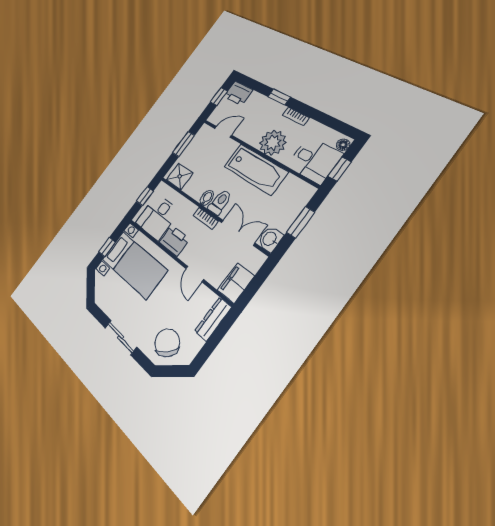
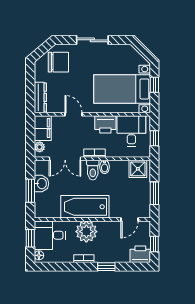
washbasin: (270, 239) -> (41, 184), moved
plant: (254, 264) -> (40, 147), added
chair: (167, 343) -> (58, 62), turned -44

